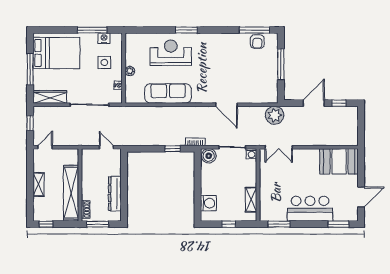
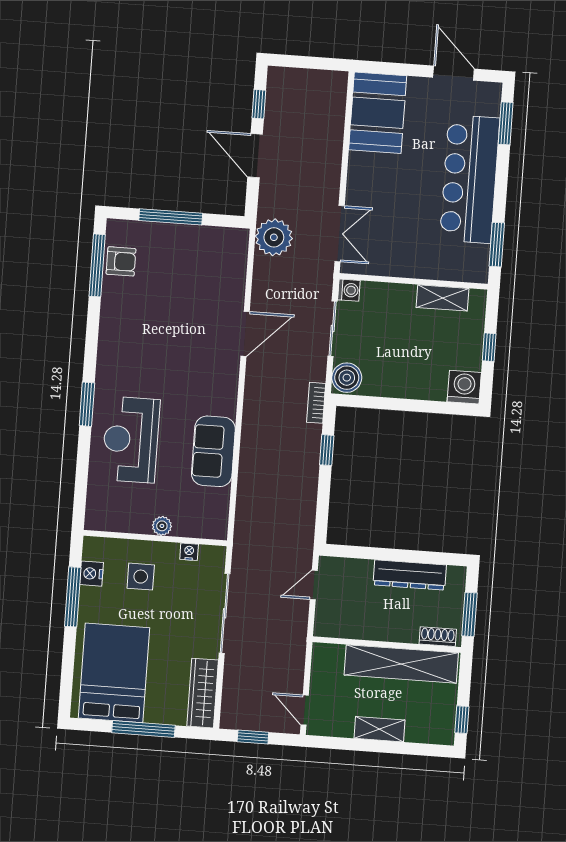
sofa: (168, 93) -> (213, 451), width x0.73
washing machine: (208, 203) -> (464, 387), moved
bar counter: (310, 209) -> (470, 179), width x1.36

